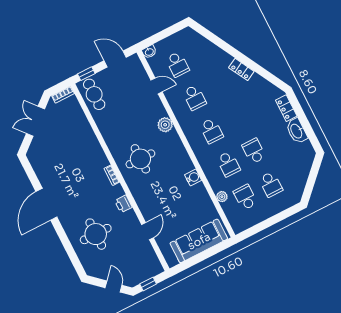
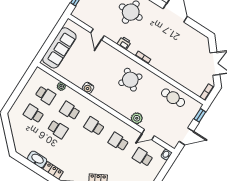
cafe table: (94, 94) -> (173, 98), moved
plant: (165, 125) -> (137, 118), moved
round table: (140, 159) -> (130, 80), turned 38

